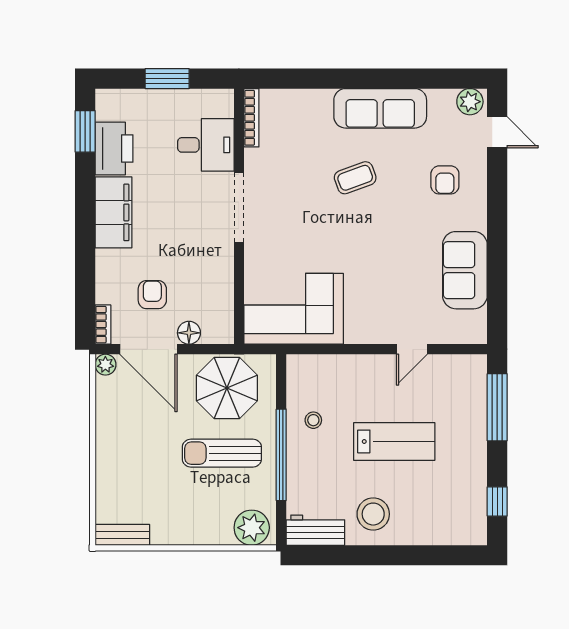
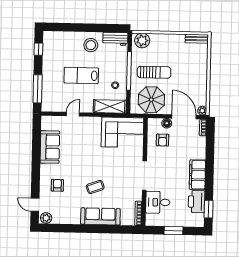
sofa: (380, 108) -> (100, 216), moved
armchair: (152, 295) -> (163, 140), moved
shelving: (325, 370) -> (110, 106), added

